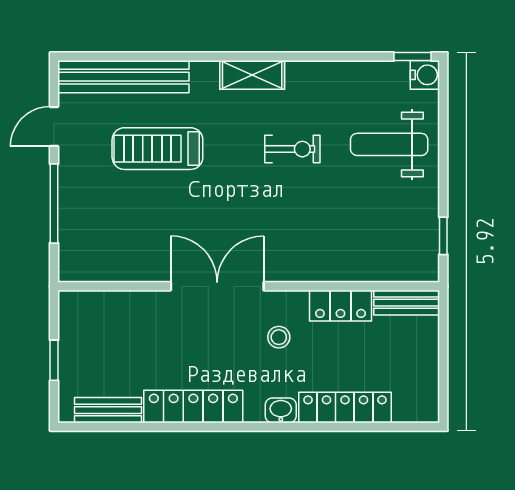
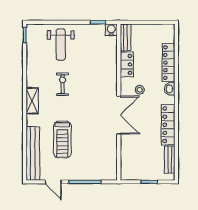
water cooler: (425, 75) -> (111, 30), moved
double door: (217, 286) -> (119, 115), swing flipped

